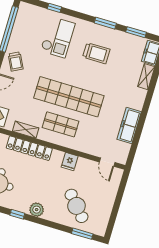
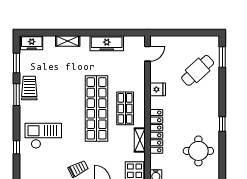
trolley: (96, 53) -> (29, 88), moved
shelving: (146, 77) -> (68, 41), moved
plant: (37, 210) -> (212, 107), removed

